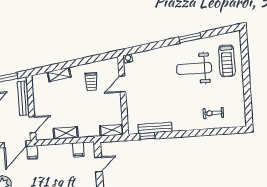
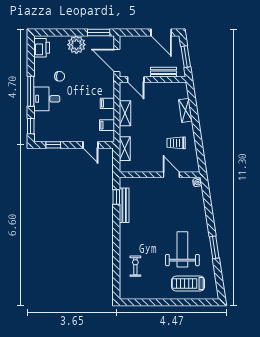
bench: (23, 98) -> (164, 72), width x0.73
shelving: (111, 130) -> (125, 149), moved
filing cabinet: (32, 152) -> (107, 103), moved

